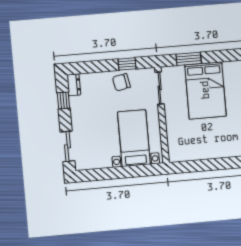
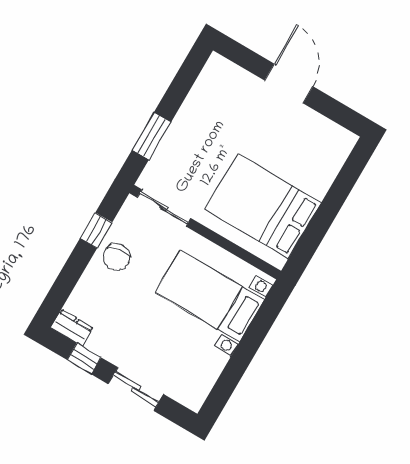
bed: (205, 90) -> (263, 206), moved, turned 180
sliding door: (68, 146) -> (136, 389), moved

